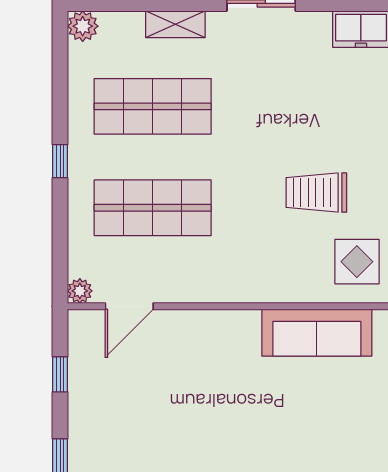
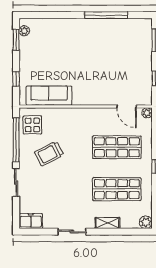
trolley: (316, 193) -> (49, 153), turned 153
door: (129, 306) -> (127, 106), swing flipped

